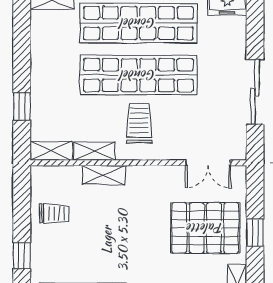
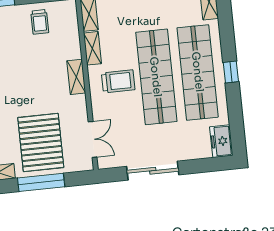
double door: (208, 163) -> (93, 139), swing flipped
shelving: (104, 175) -> (76, 77), moved
window: (255, 233) -> (41, 182), width x2.17

